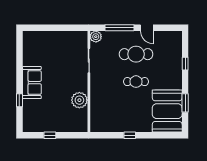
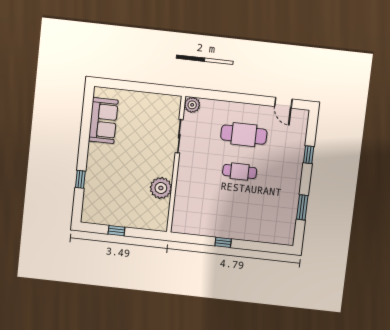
window: (120, 28) -> (226, 96), removed
door: (147, 28) -> (283, 103), moved
sofa: (32, 83) -> (103, 121), moved
booth: (167, 111) -> (277, 216), removed

